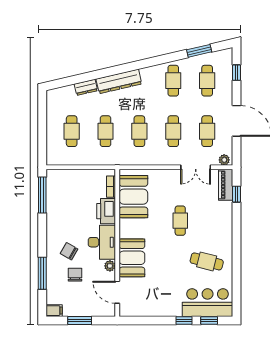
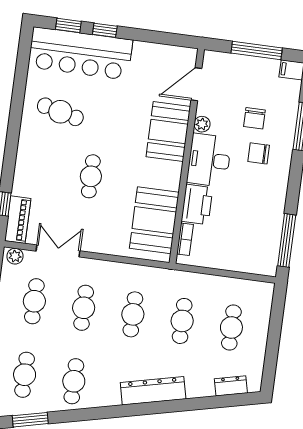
dresser: (86, 87) -> (231, 386), moved
chair: (69, 251) -> (259, 153), turned 150
door: (117, 292) -> (196, 84), swing flipped
bar counter: (208, 303) -> (80, 53), width x1.36
window: (80, 321) -> (257, 50), width x1.44

